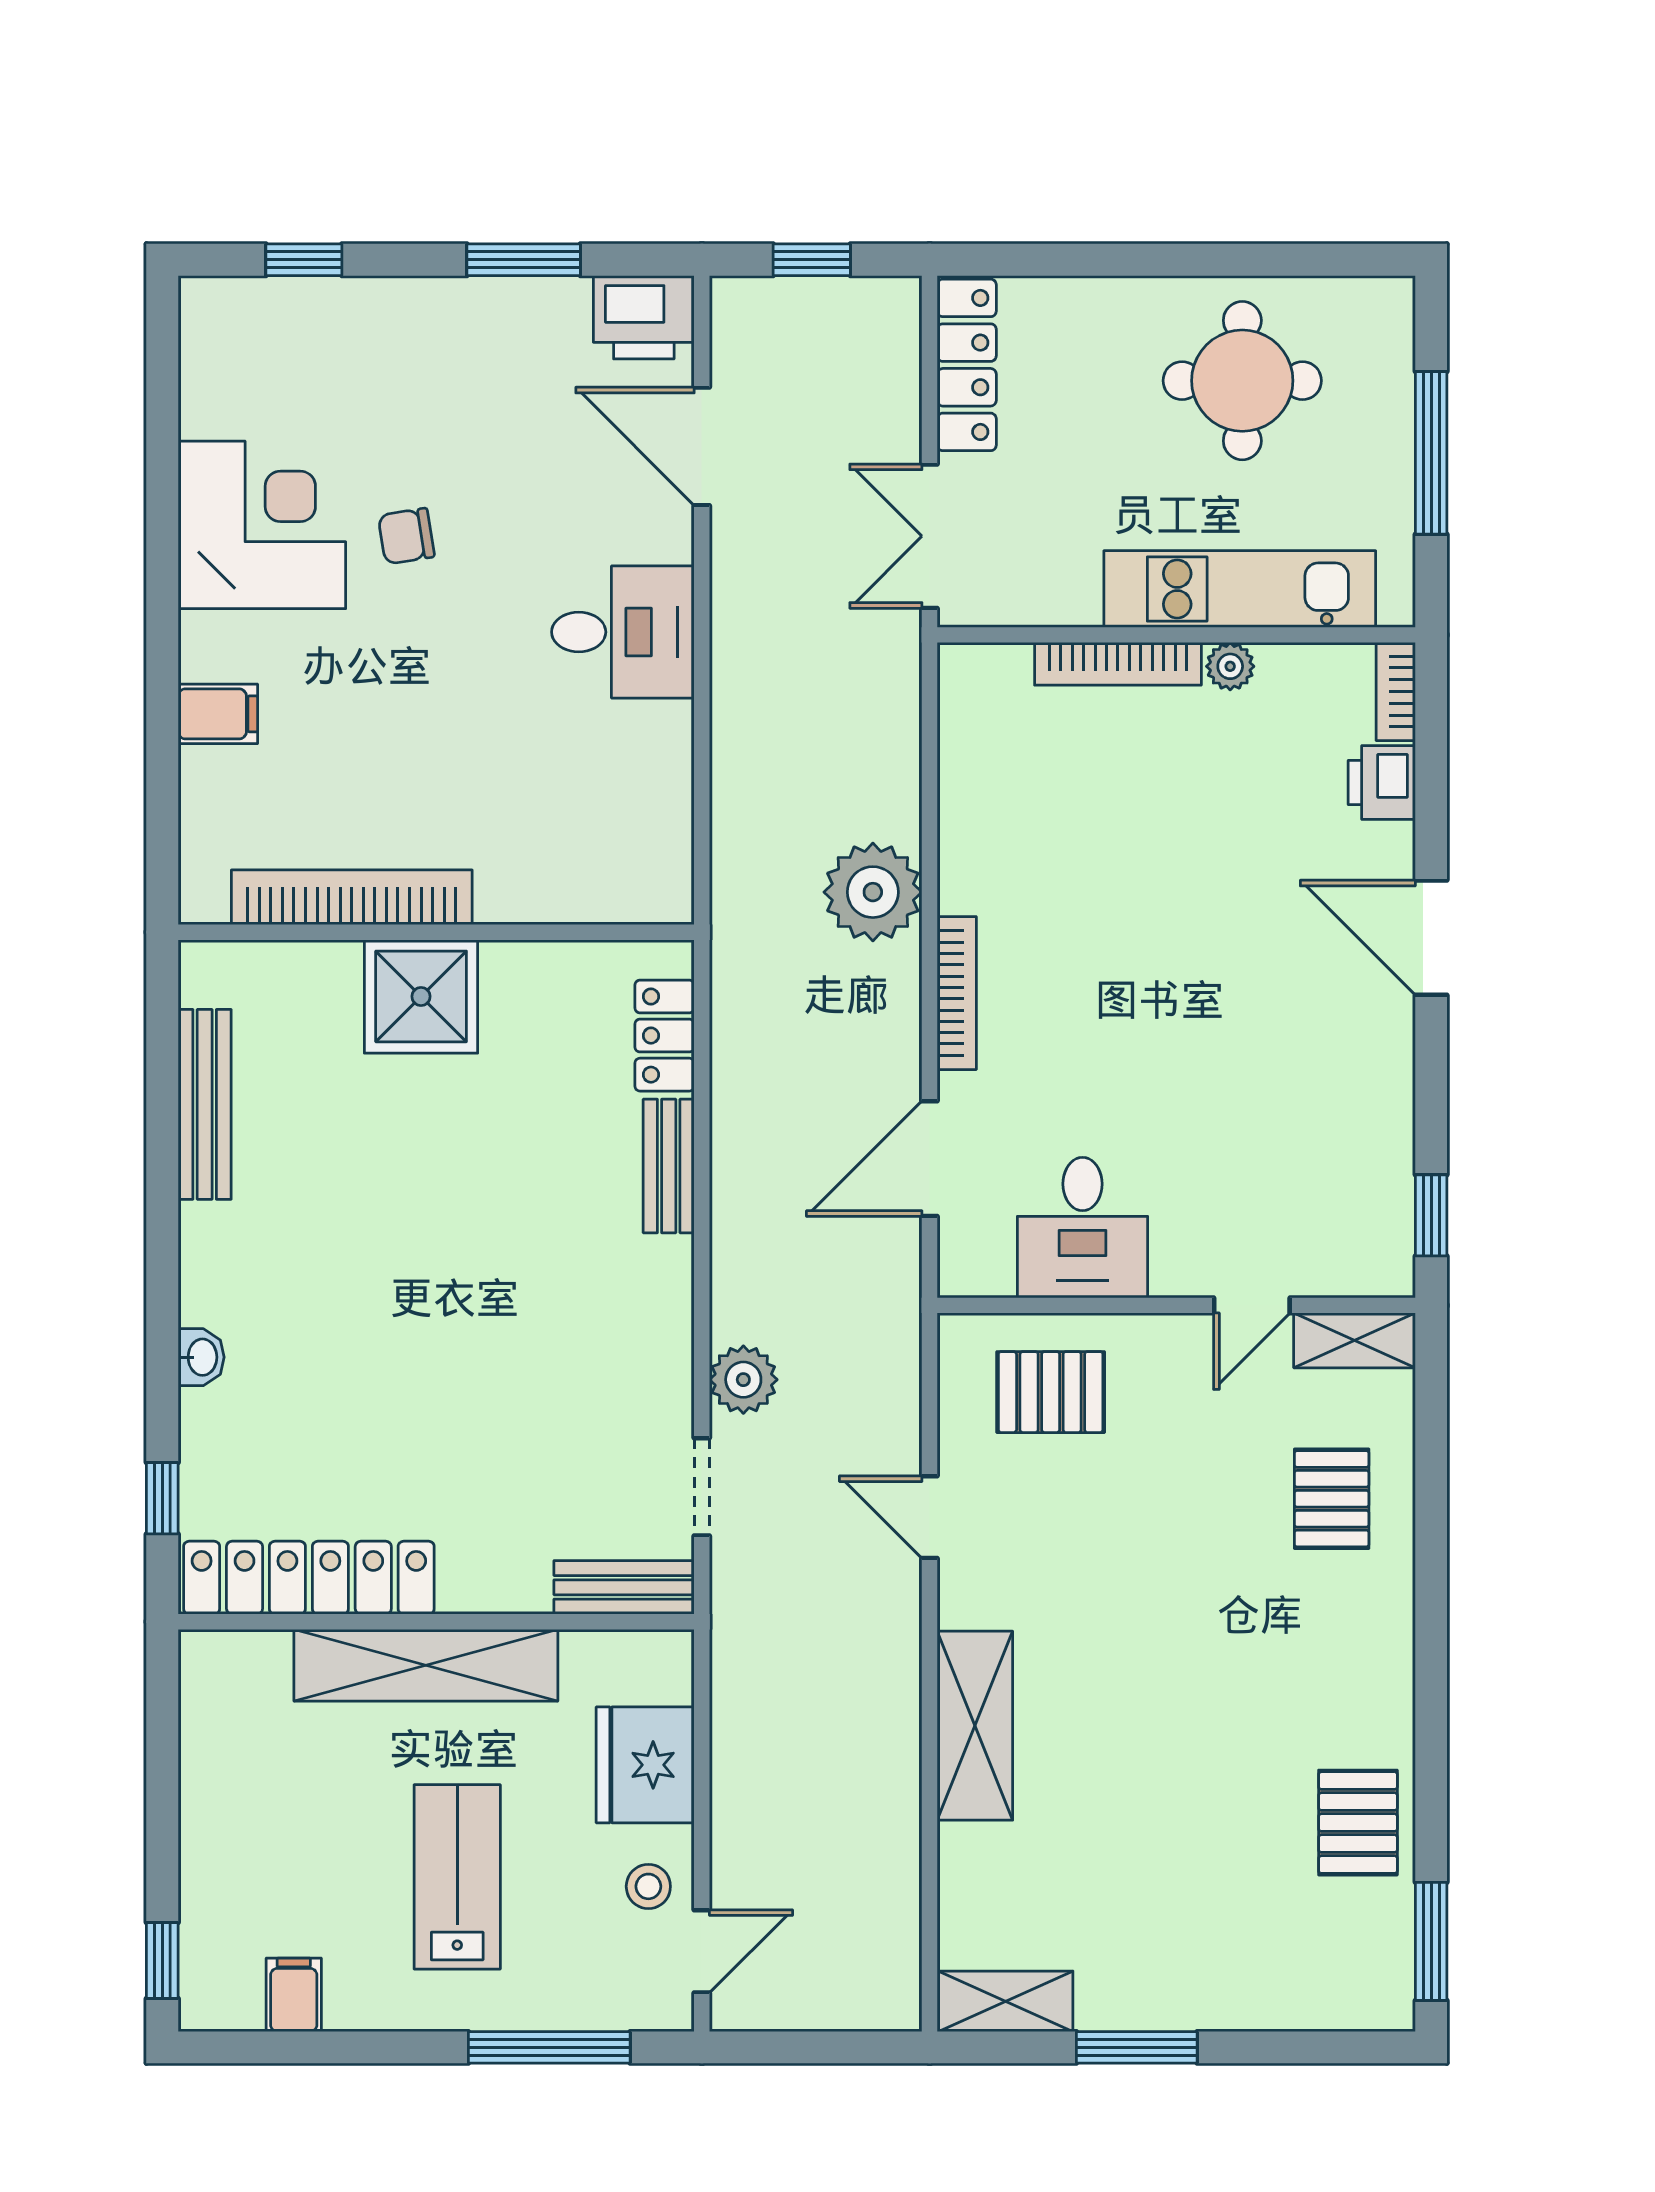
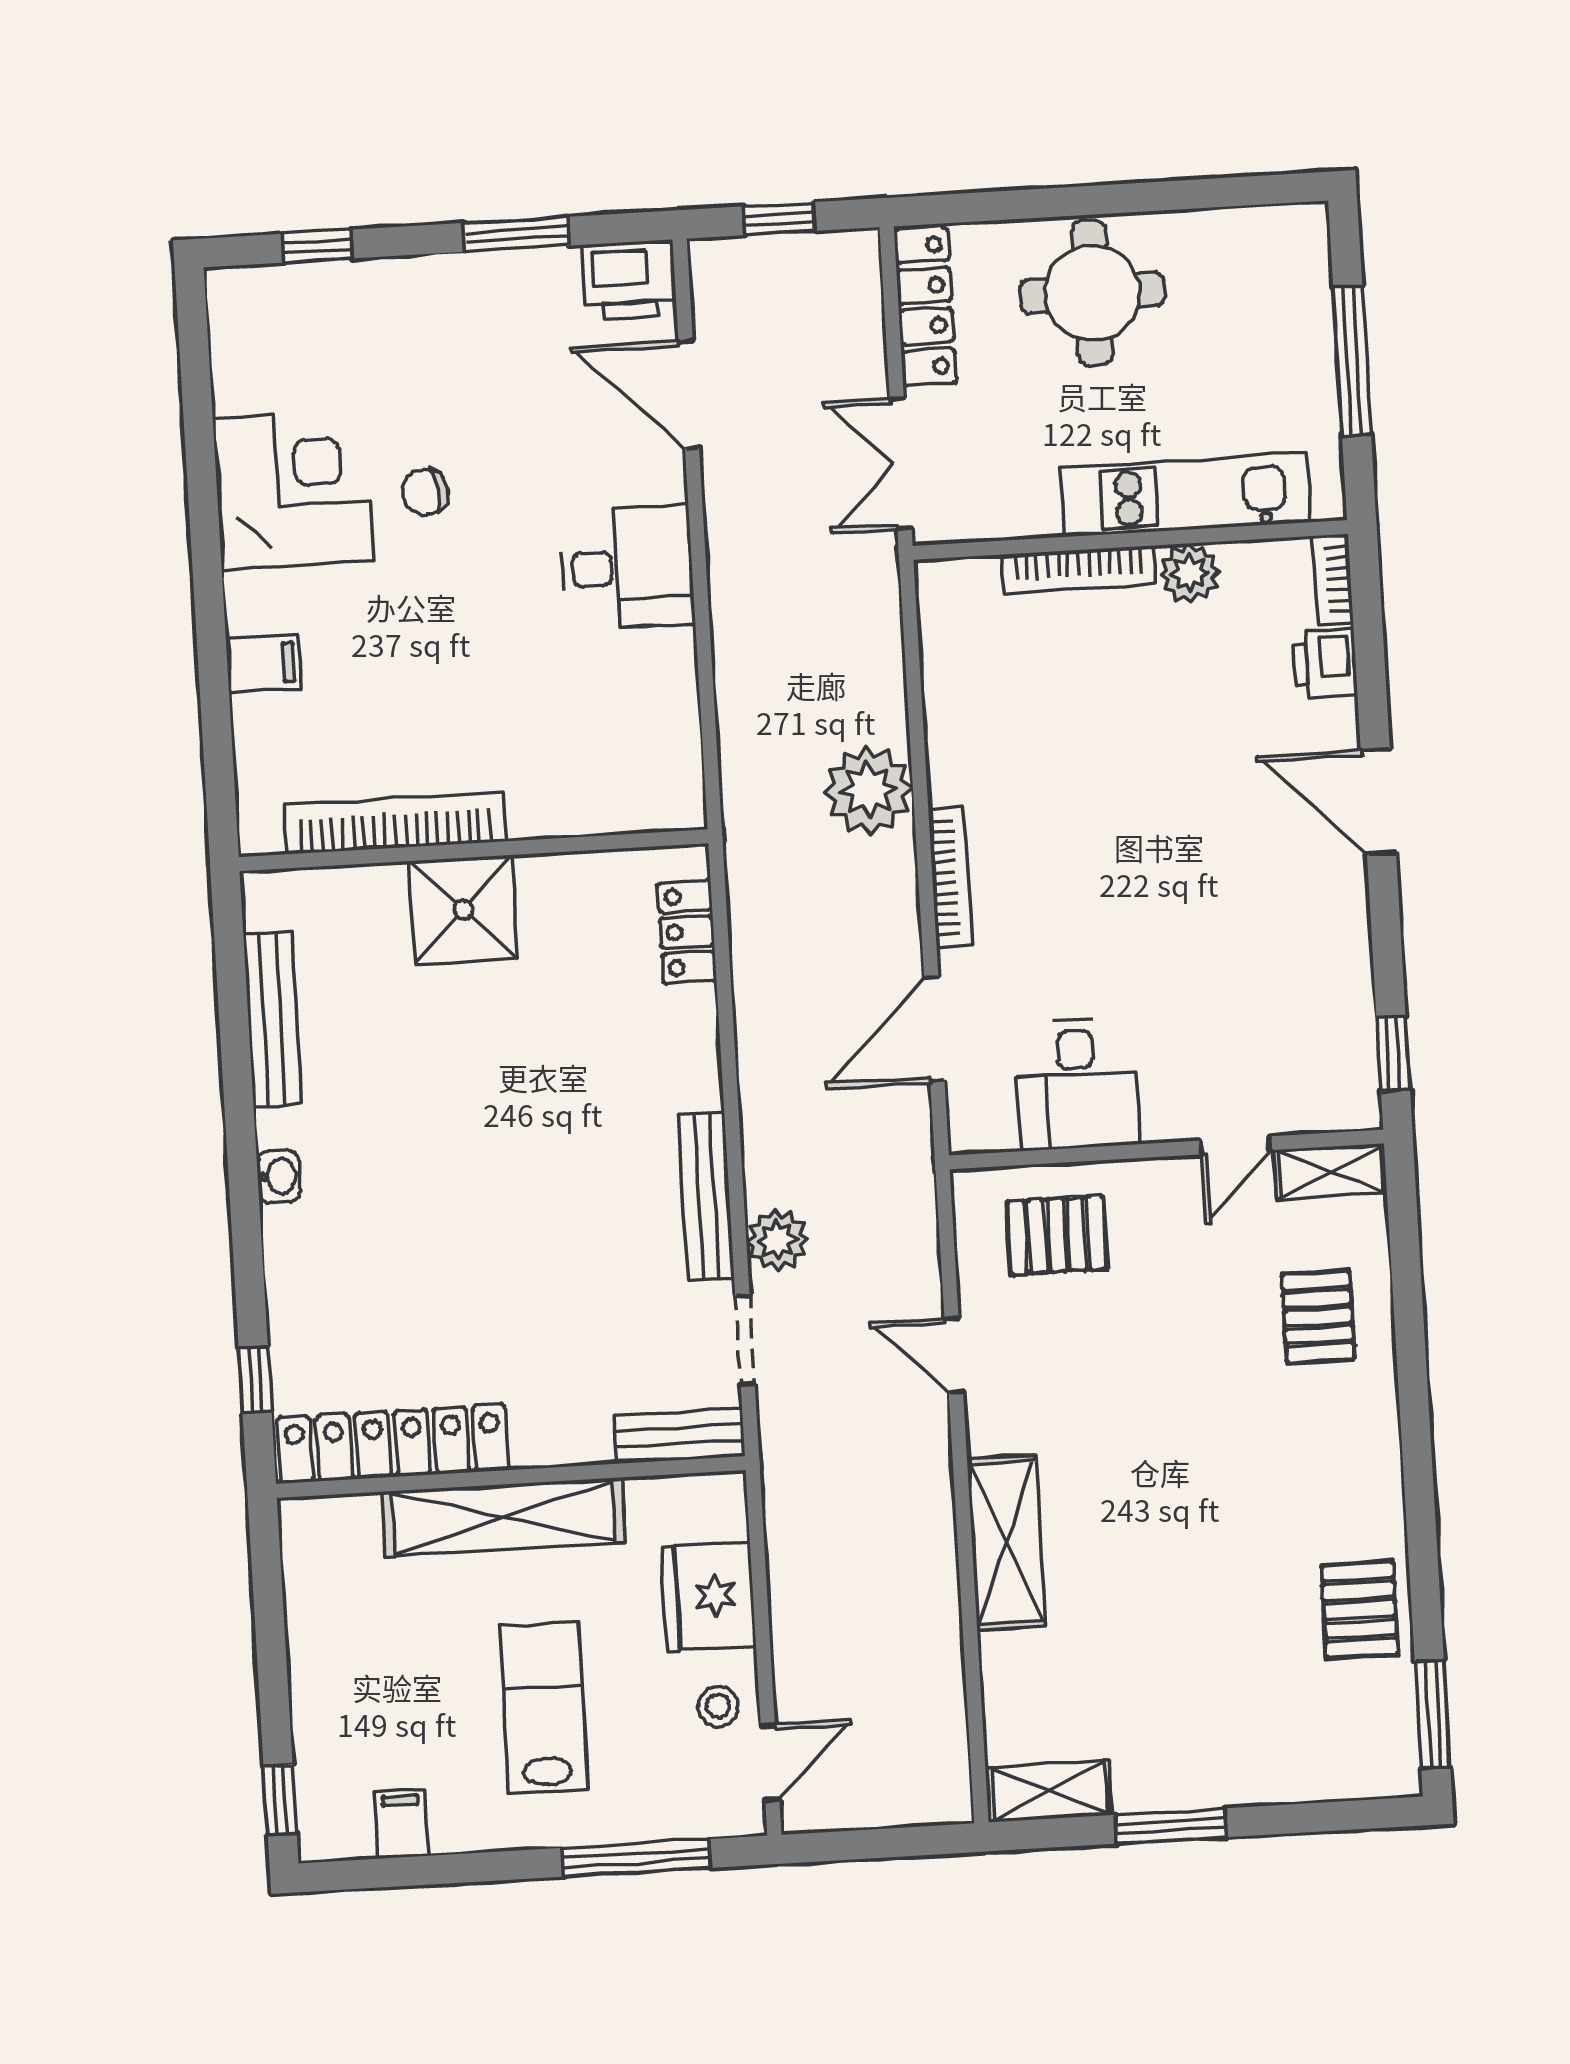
round table: (1242, 381) -> (1092, 293), moved
plant: (1230, 666) -> (1190, 573), width x1.38, depth x1.38
bench: (669, 1166) -> (706, 1197), moved, width x1.36
washbasin: (201, 1357) -> (279, 1176), moved

